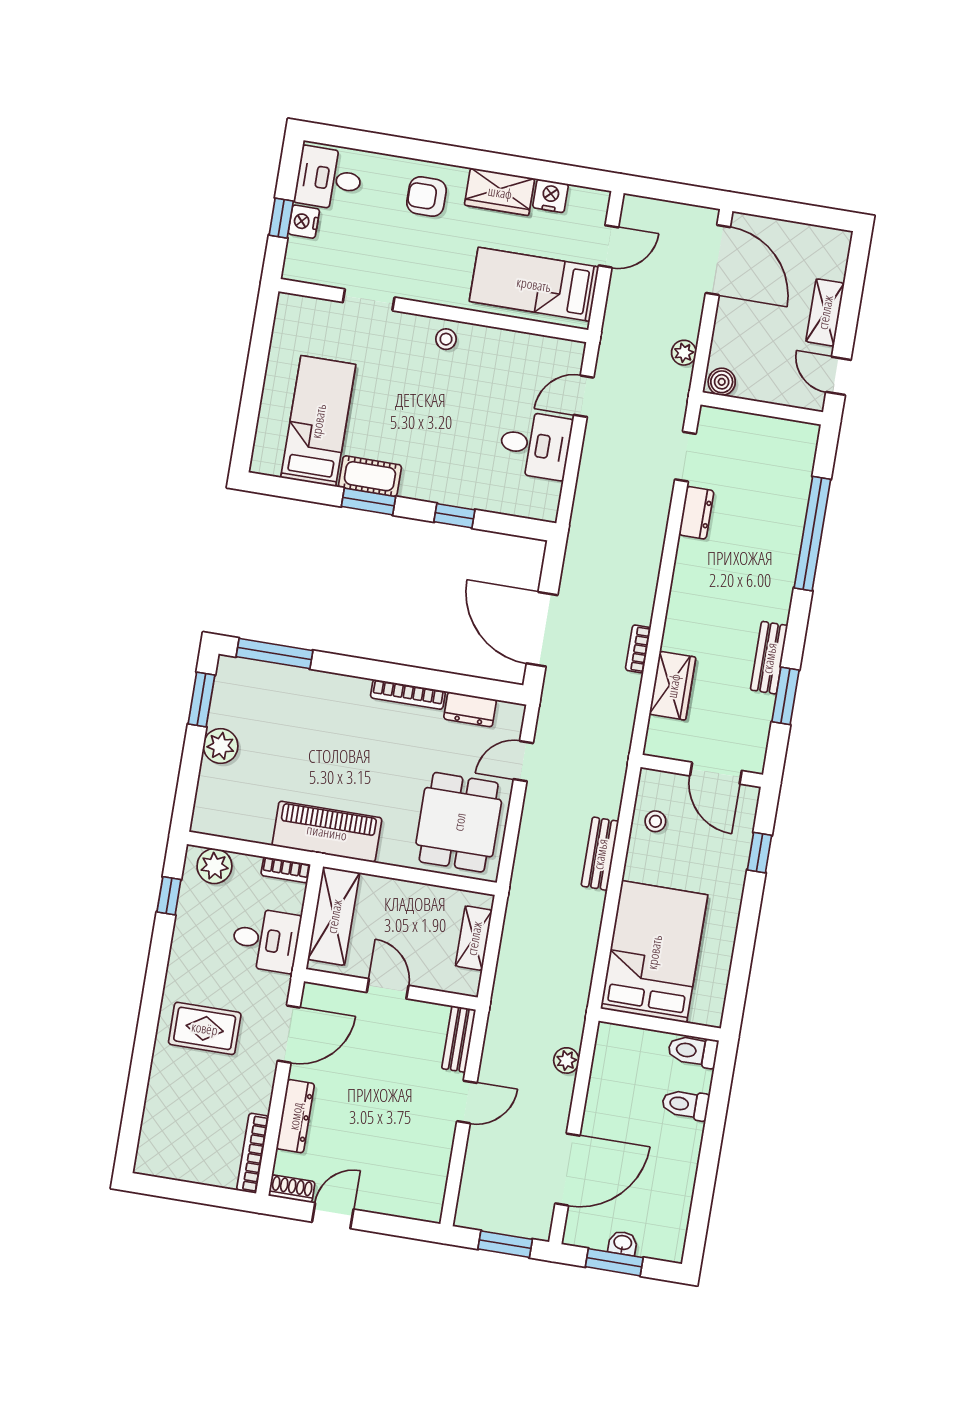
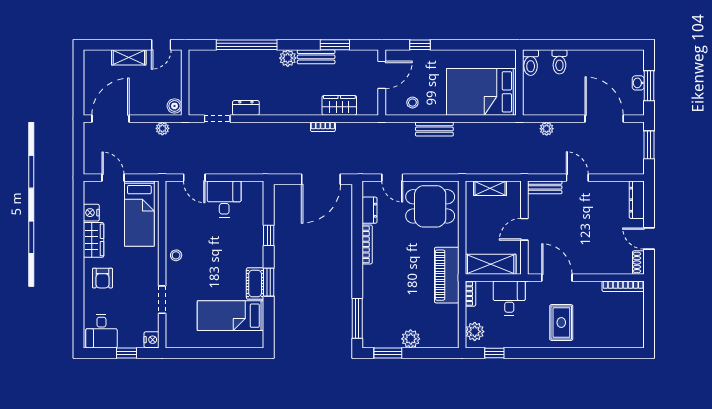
nightstand: (304, 222) -> (151, 340), moved, turned -90
plant: (775, 605) -> (288, 58), added
dresser: (295, 1116) -> (637, 200), moved, turned -90

